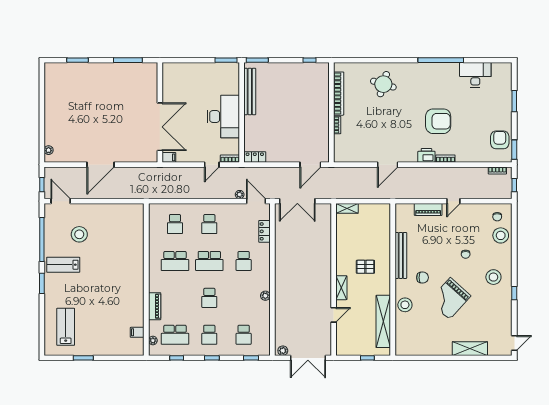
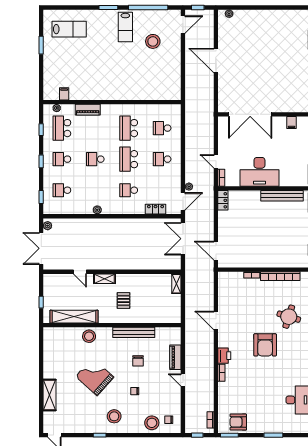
armchair: (438, 121) -> (265, 345), moved
armchair: (500, 140) -> (238, 422), turned 180
filing cabinet: (169, 157) -> (292, 123), moved
lab bench: (63, 265) -> (125, 27), turned 180
chair: (423, 278) -> (138, 361), moved

